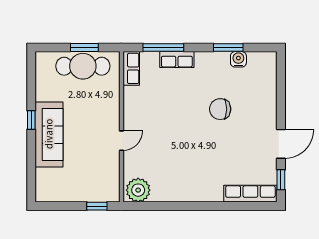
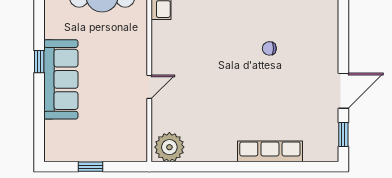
chair: (220, 109) -> (269, 48), width x0.54, depth x0.54
row of seats: (250, 194) -> (270, 151), moved
window: (97, 206) -> (91, 167), moved

